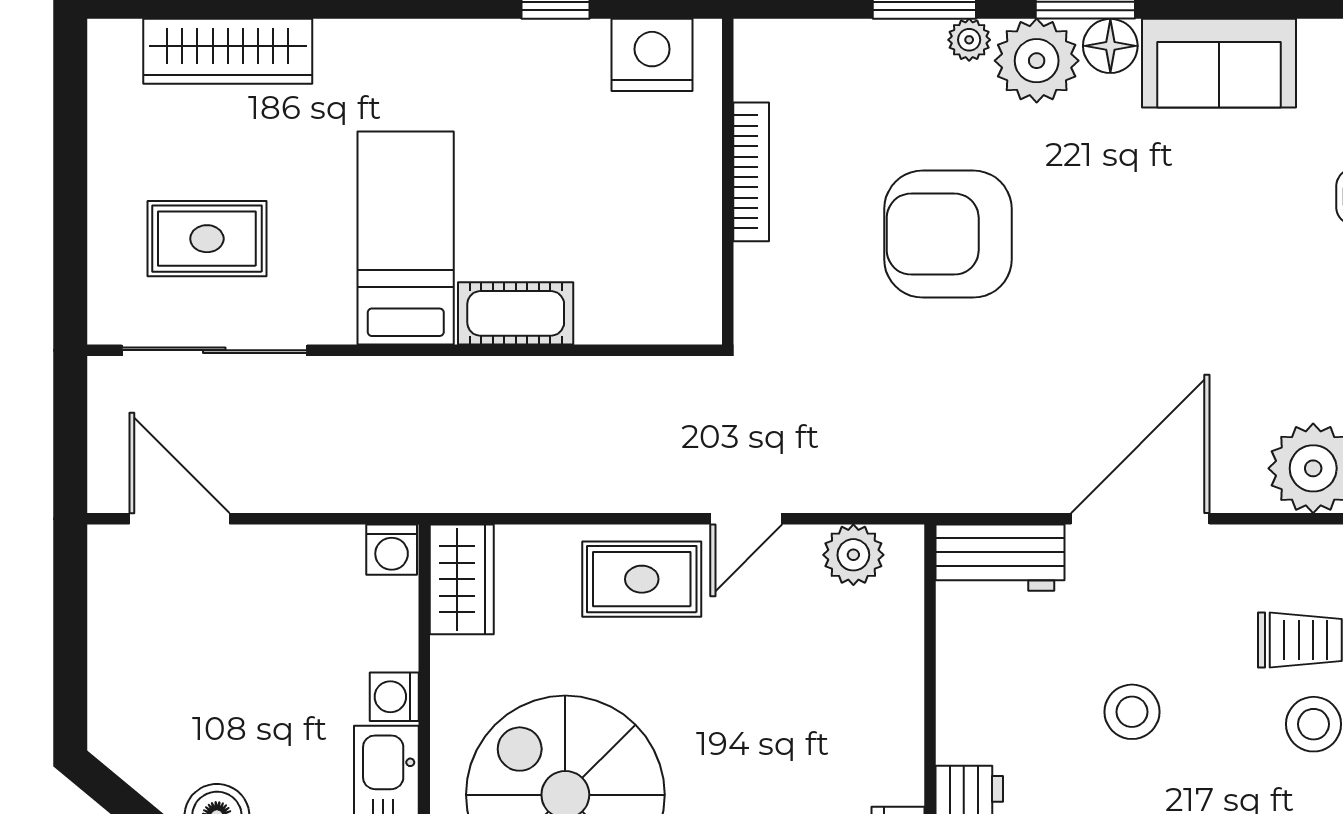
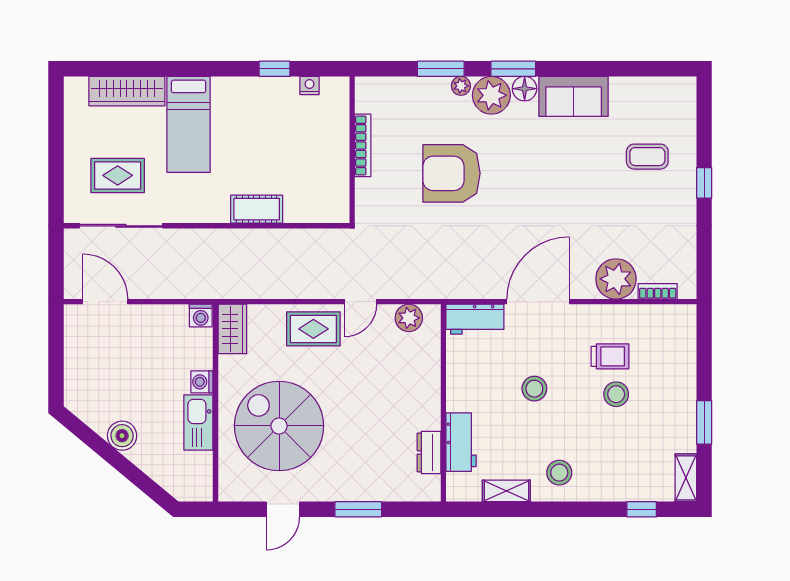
nightstand: (652, 55) -> (310, 85), width x0.53, depth x0.56
bed: (406, 238) -> (189, 124), moved, turned 180

